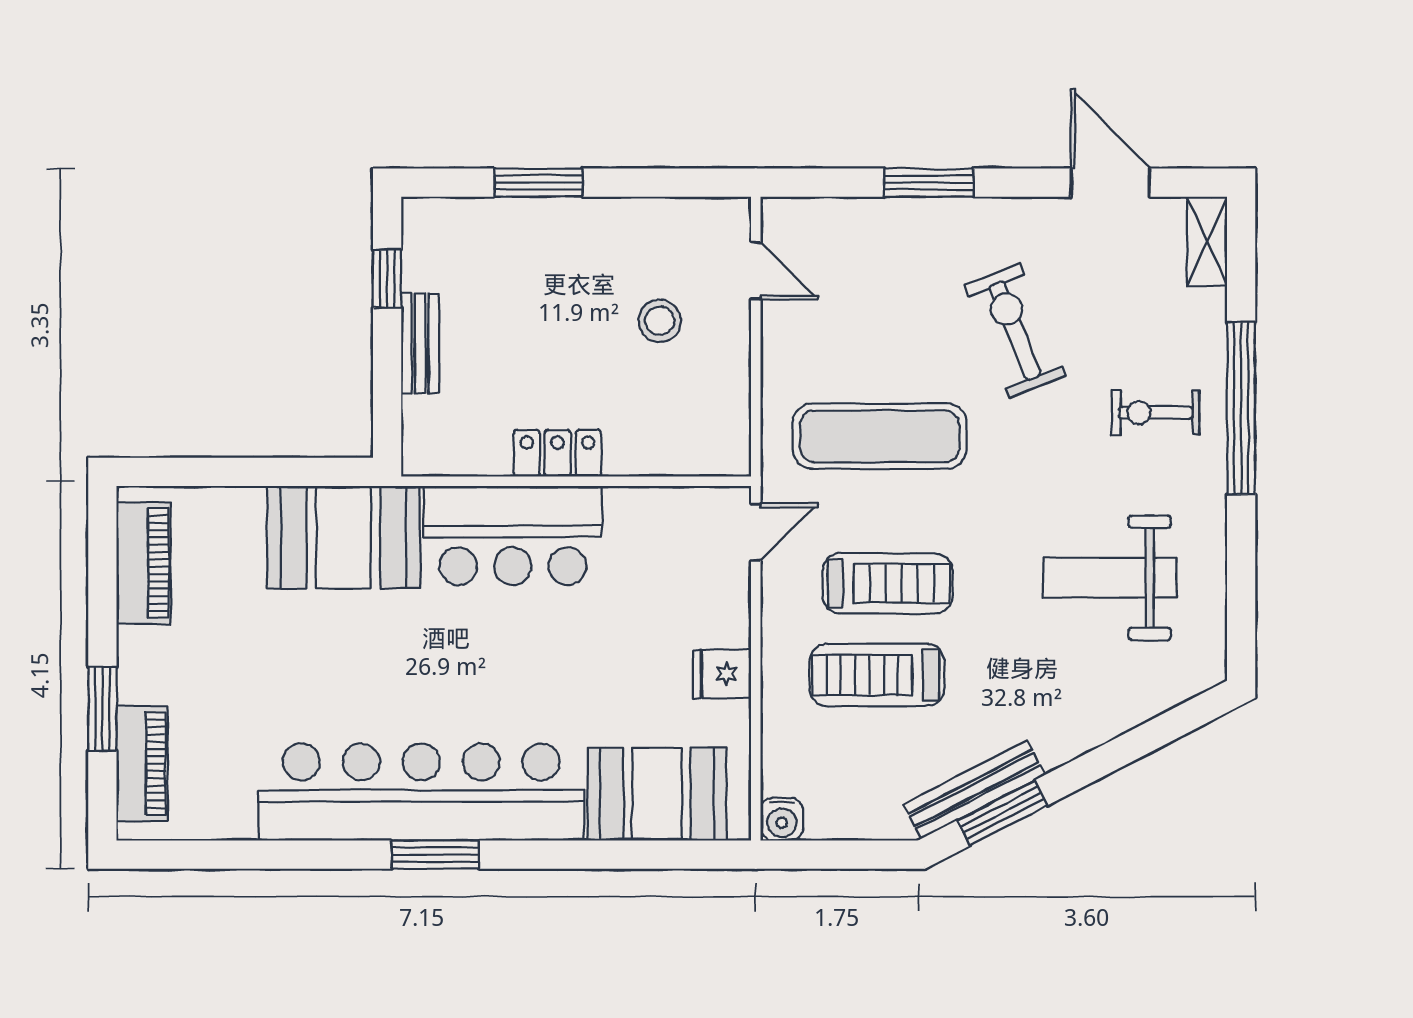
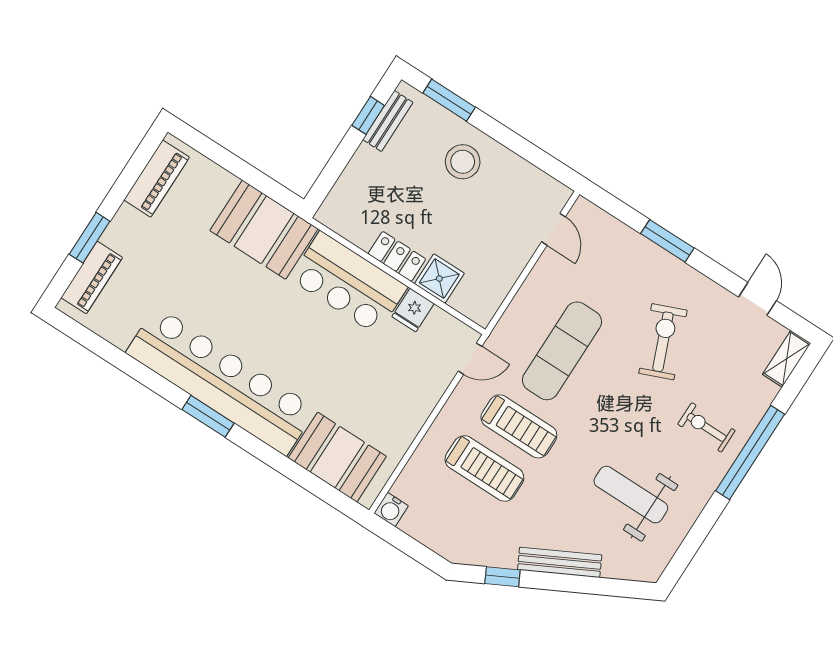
window: (539, 183) -> (449, 100), moved
door: (1110, 183) -> (757, 299), width x0.73
stool: (660, 321) -> (463, 162), moved, width x1.38, depth x1.38
bench: (420, 343) -> (388, 121), moved
exercise mat: (880, 436) -> (562, 351), turned 90
shower: (638, 446) -> (439, 279), added
fridge: (722, 674) -> (413, 310), moved, turned -90
treadmill: (877, 675) -> (484, 468), turned 180
bench: (974, 790) -> (560, 562), moved
window: (1002, 813) -> (502, 577), width x0.67

